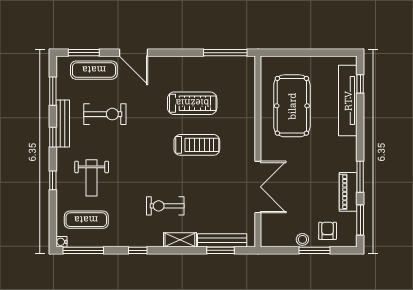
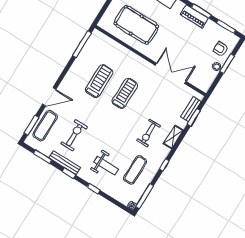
piano: (348, 192) -> (194, 16), moved
exercise mat: (86, 220) -> (135, 170), moved
bench: (222, 240) -> (191, 109), width x0.73

